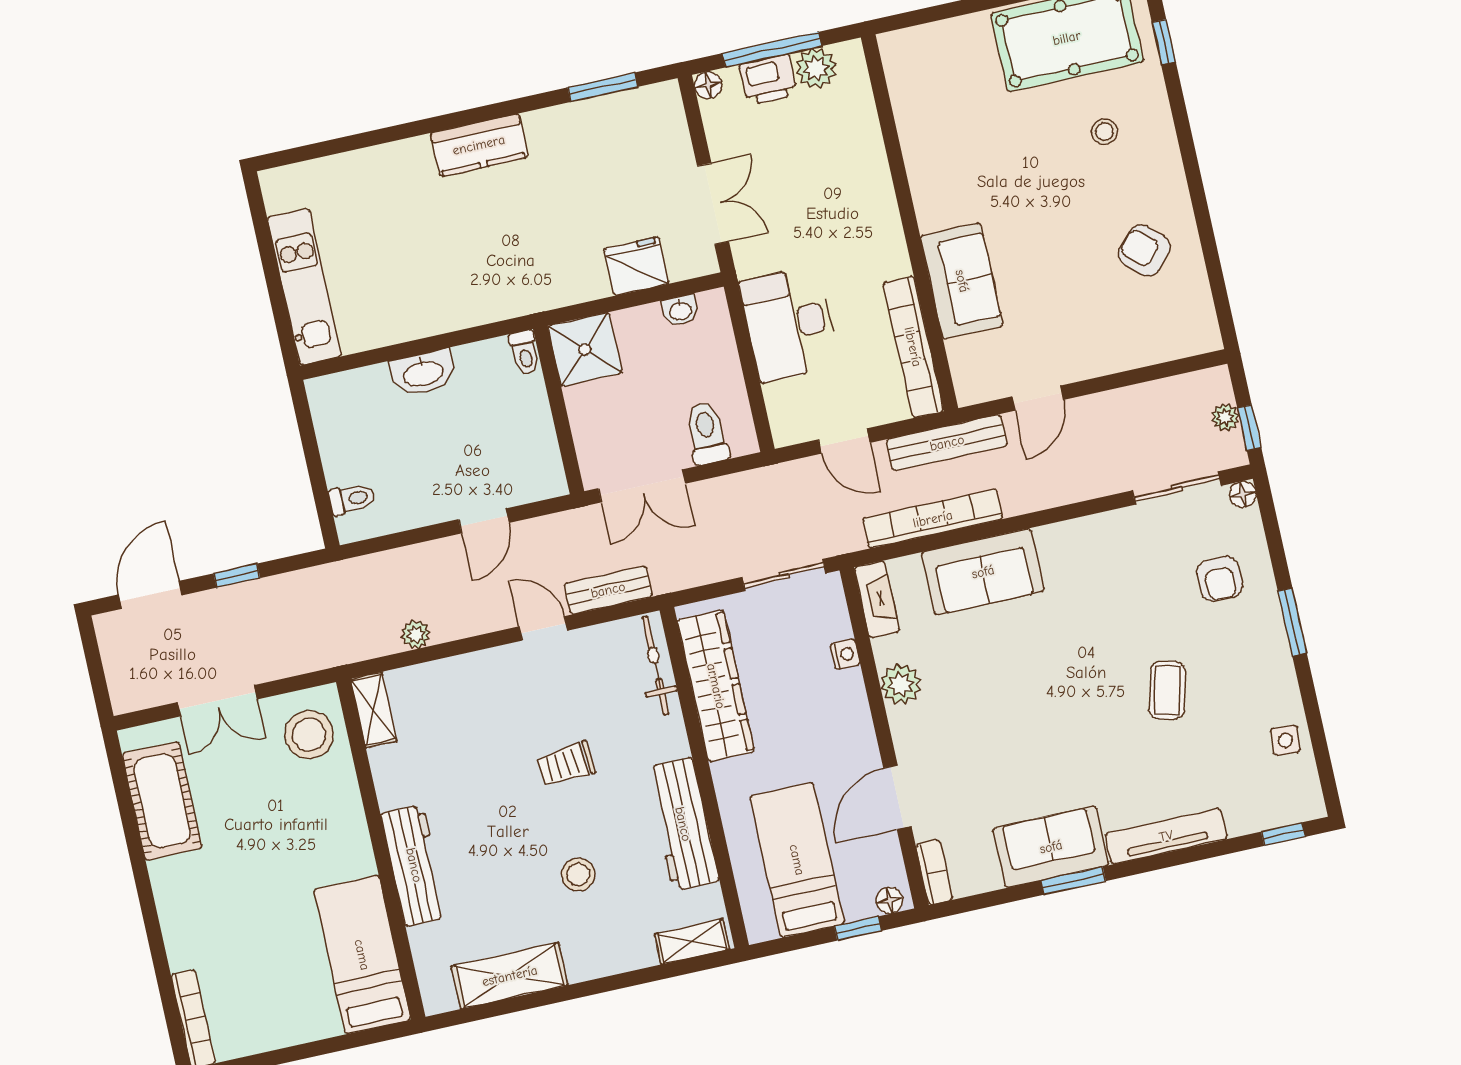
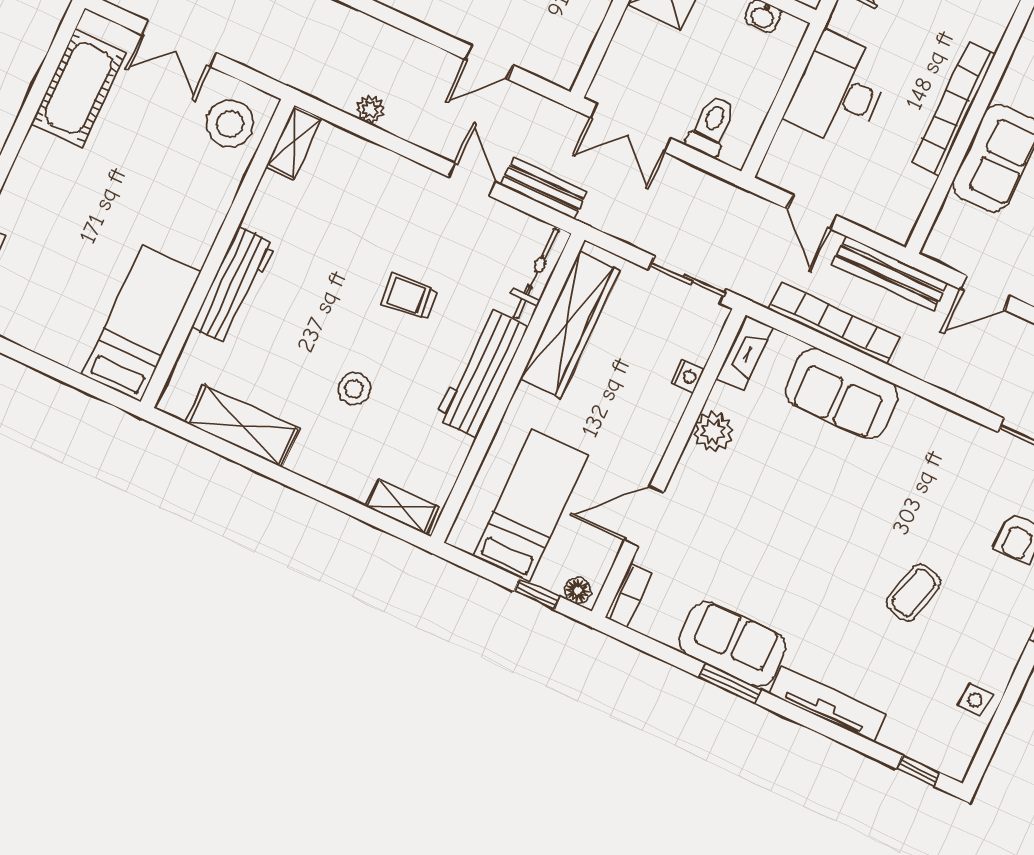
bookcase: (913, 347) -> (954, 109), moved
workbench: (683, 824) -> (482, 373), moved

